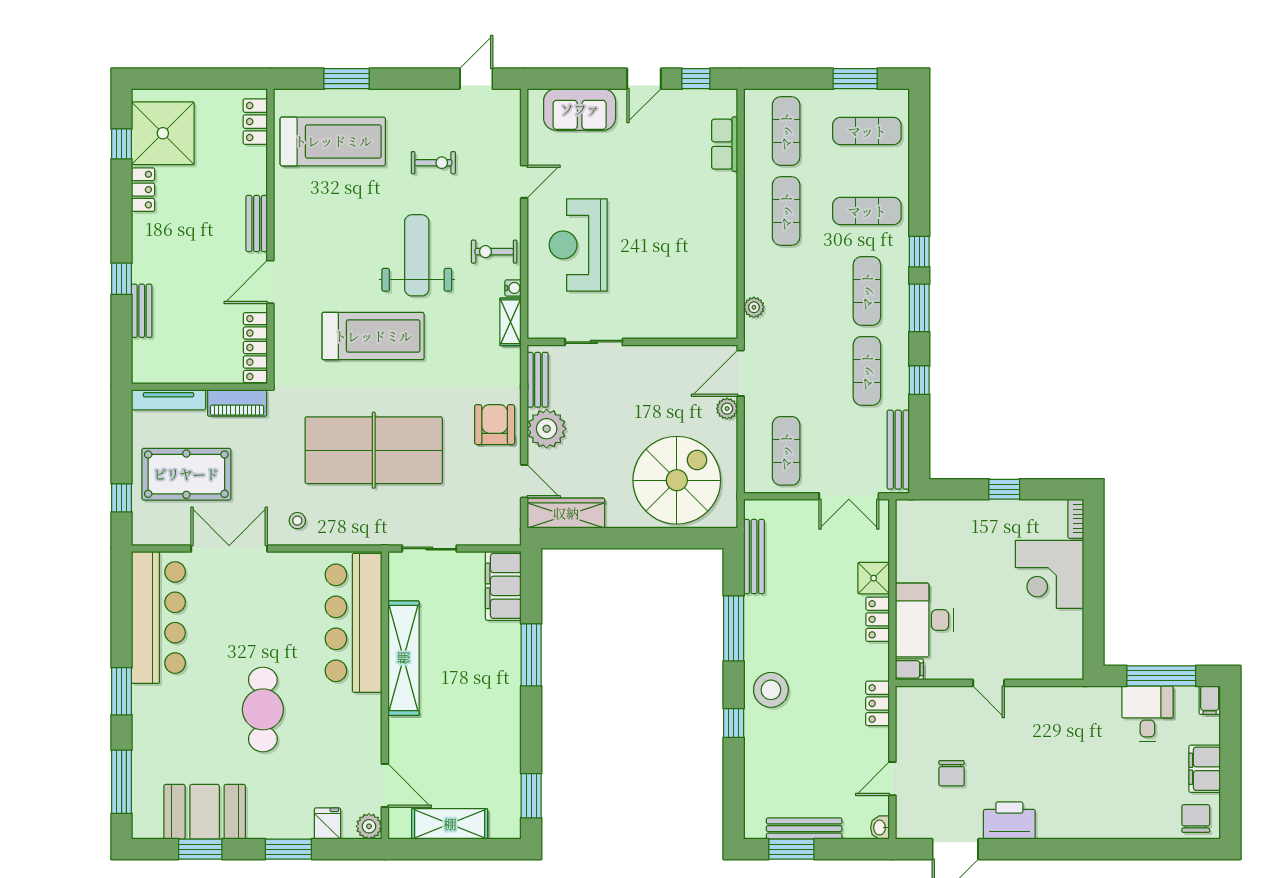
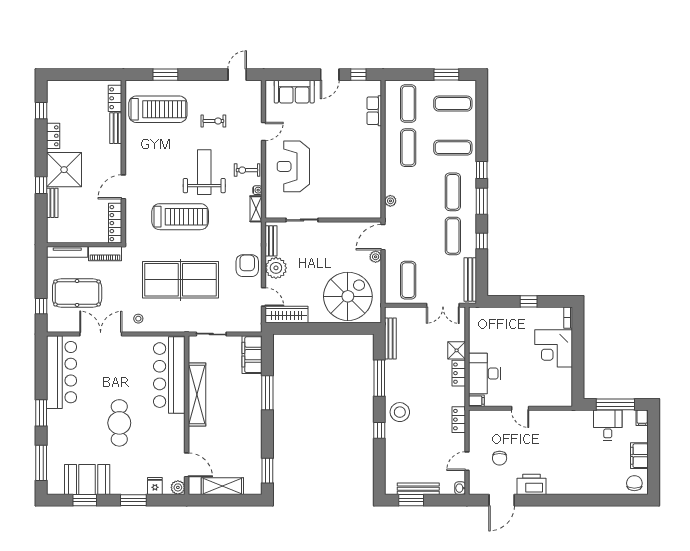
shower: (163, 133) -> (64, 170), moved
bench: (257, 223) -> (116, 128), moved

